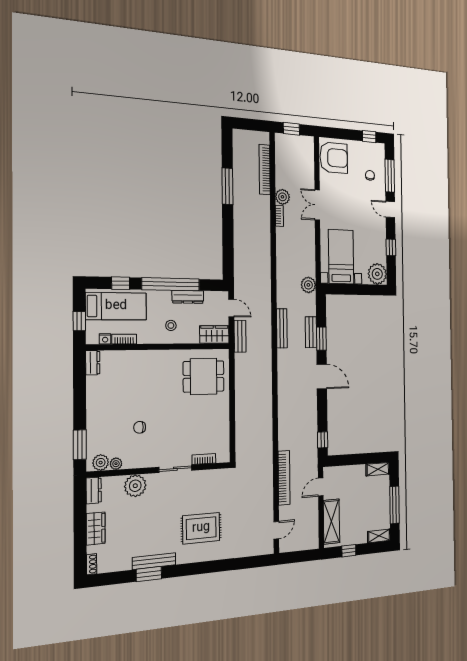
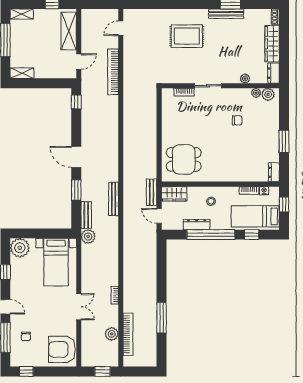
plant: (282, 197) -> (112, 334), moved
bench: (311, 332) -> (86, 215), moved
window: (80, 445) -> (284, 141), moved
plant: (135, 486) -> (245, 79), width x0.53, depth x0.53
wardrobe: (96, 528) -> (272, 44), width x1.50

